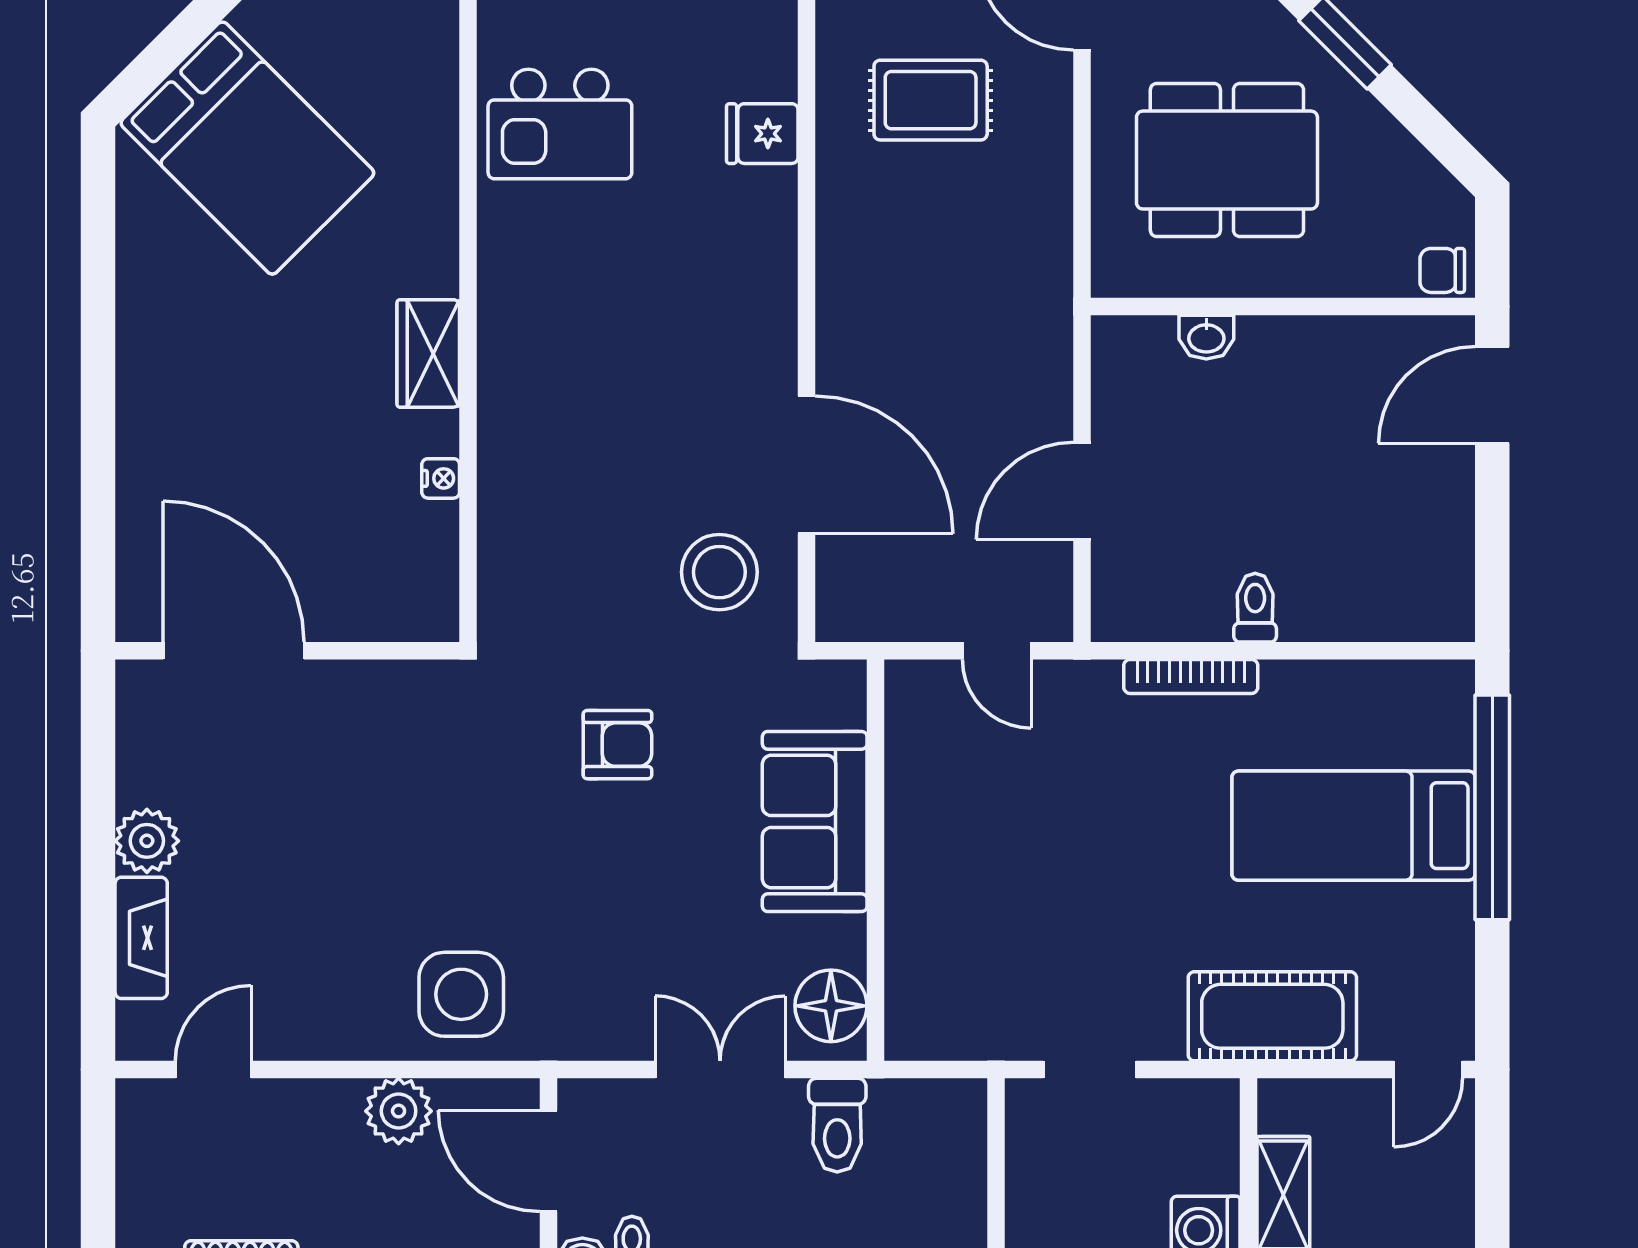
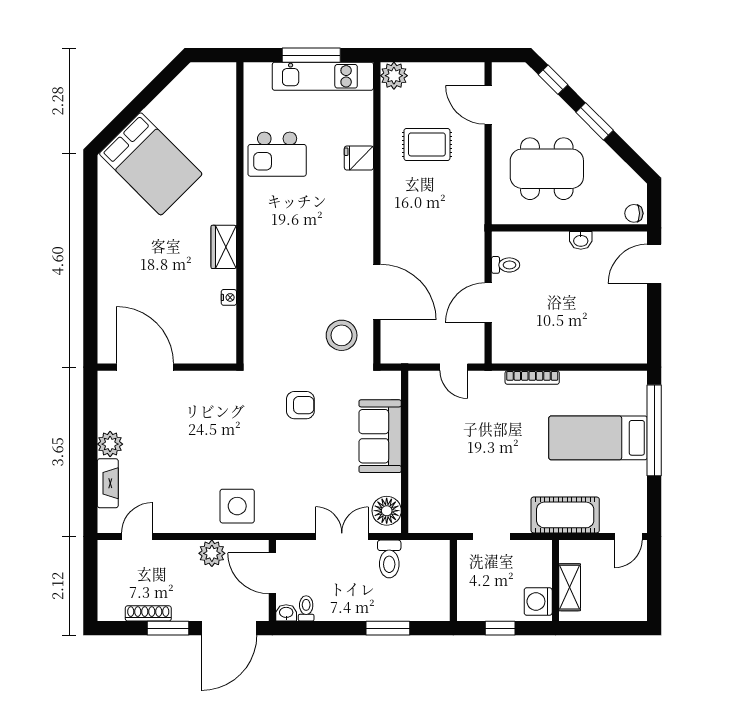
washbasin: (1206, 337) -> (581, 240), moved
toilet: (1255, 608) -> (506, 265), moved, turned 90

